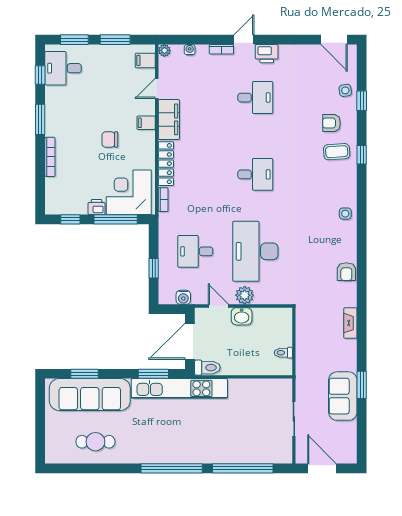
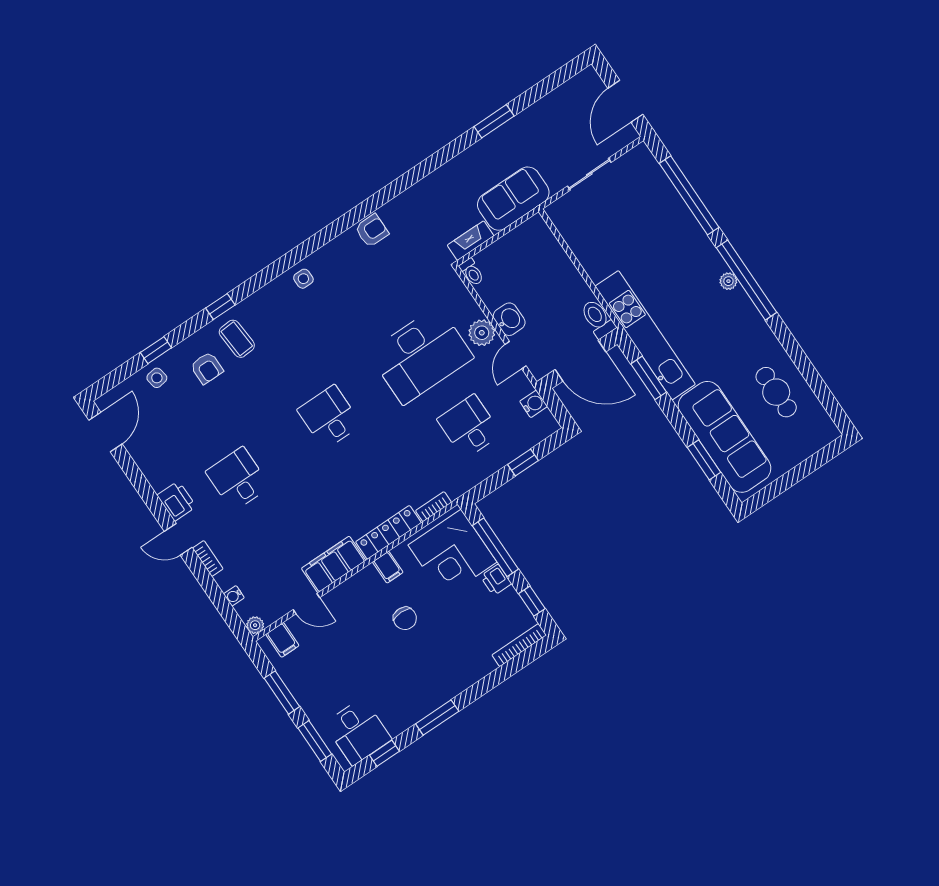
filing cabinet: (146, 123) -> (388, 567), moved
bookcase: (50, 157) -> (519, 645), moved
desk: (195, 251) -> (469, 427), turned 180
fireplace: (350, 323) -> (471, 241), moved, turned 180
toilet: (283, 353) -> (472, 272), moved
sofa: (343, 396) -> (513, 199), moved, turned 180
plant: (178, 458) -> (728, 281), added

